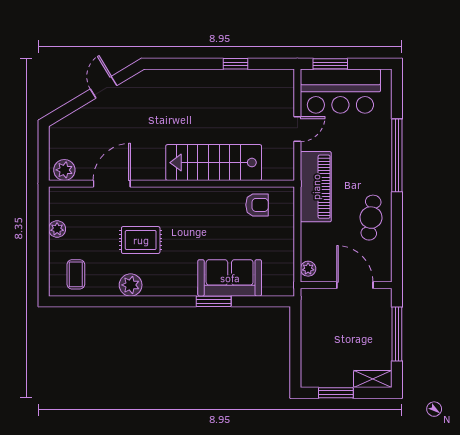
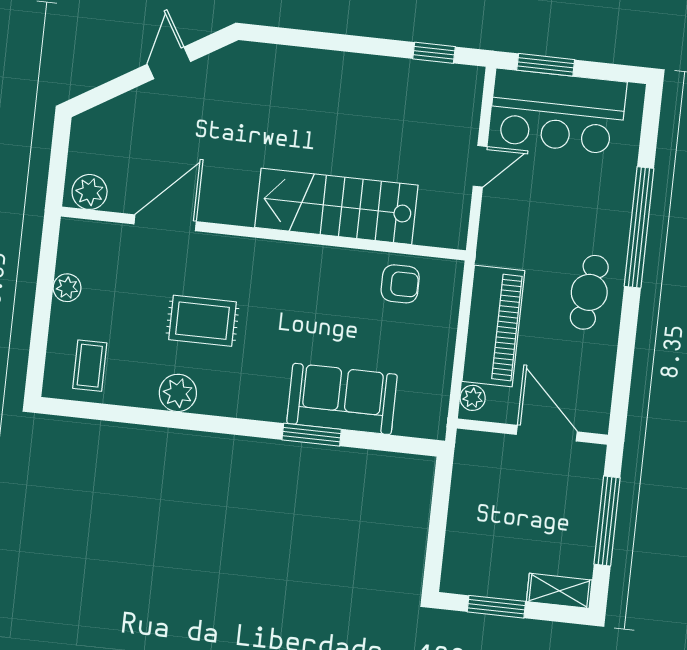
window: (236, 64) -> (434, 53), moved
piano: (316, 187) -> (493, 326), moved
cafe table: (371, 218) -> (589, 292), moved

